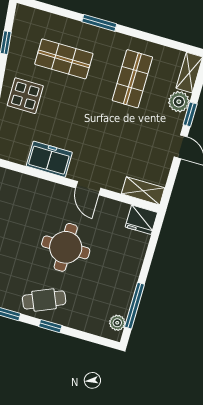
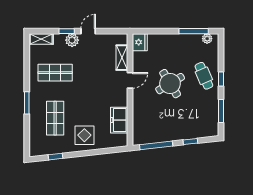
plant: (179, 102) -> (72, 40), moved
freezer: (49, 159) -> (119, 120), moved
shelving: (143, 191) -> (122, 58), moved
round table: (66, 247) -> (170, 84), turned -31
cafe table: (44, 300) -> (204, 76), moved

